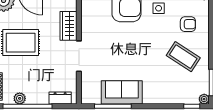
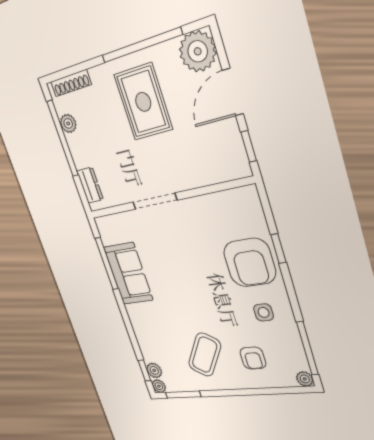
wardrobe: (68, 26) -> (193, 175), removed
plant: (192, 98) -> (154, 370), added

